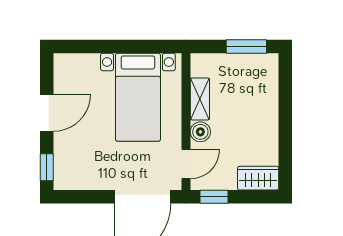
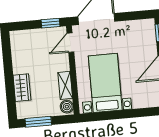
boiler: (200, 132) -> (67, 107), moved
wardrobe: (258, 178) -> (22, 88), moved, turned -90

